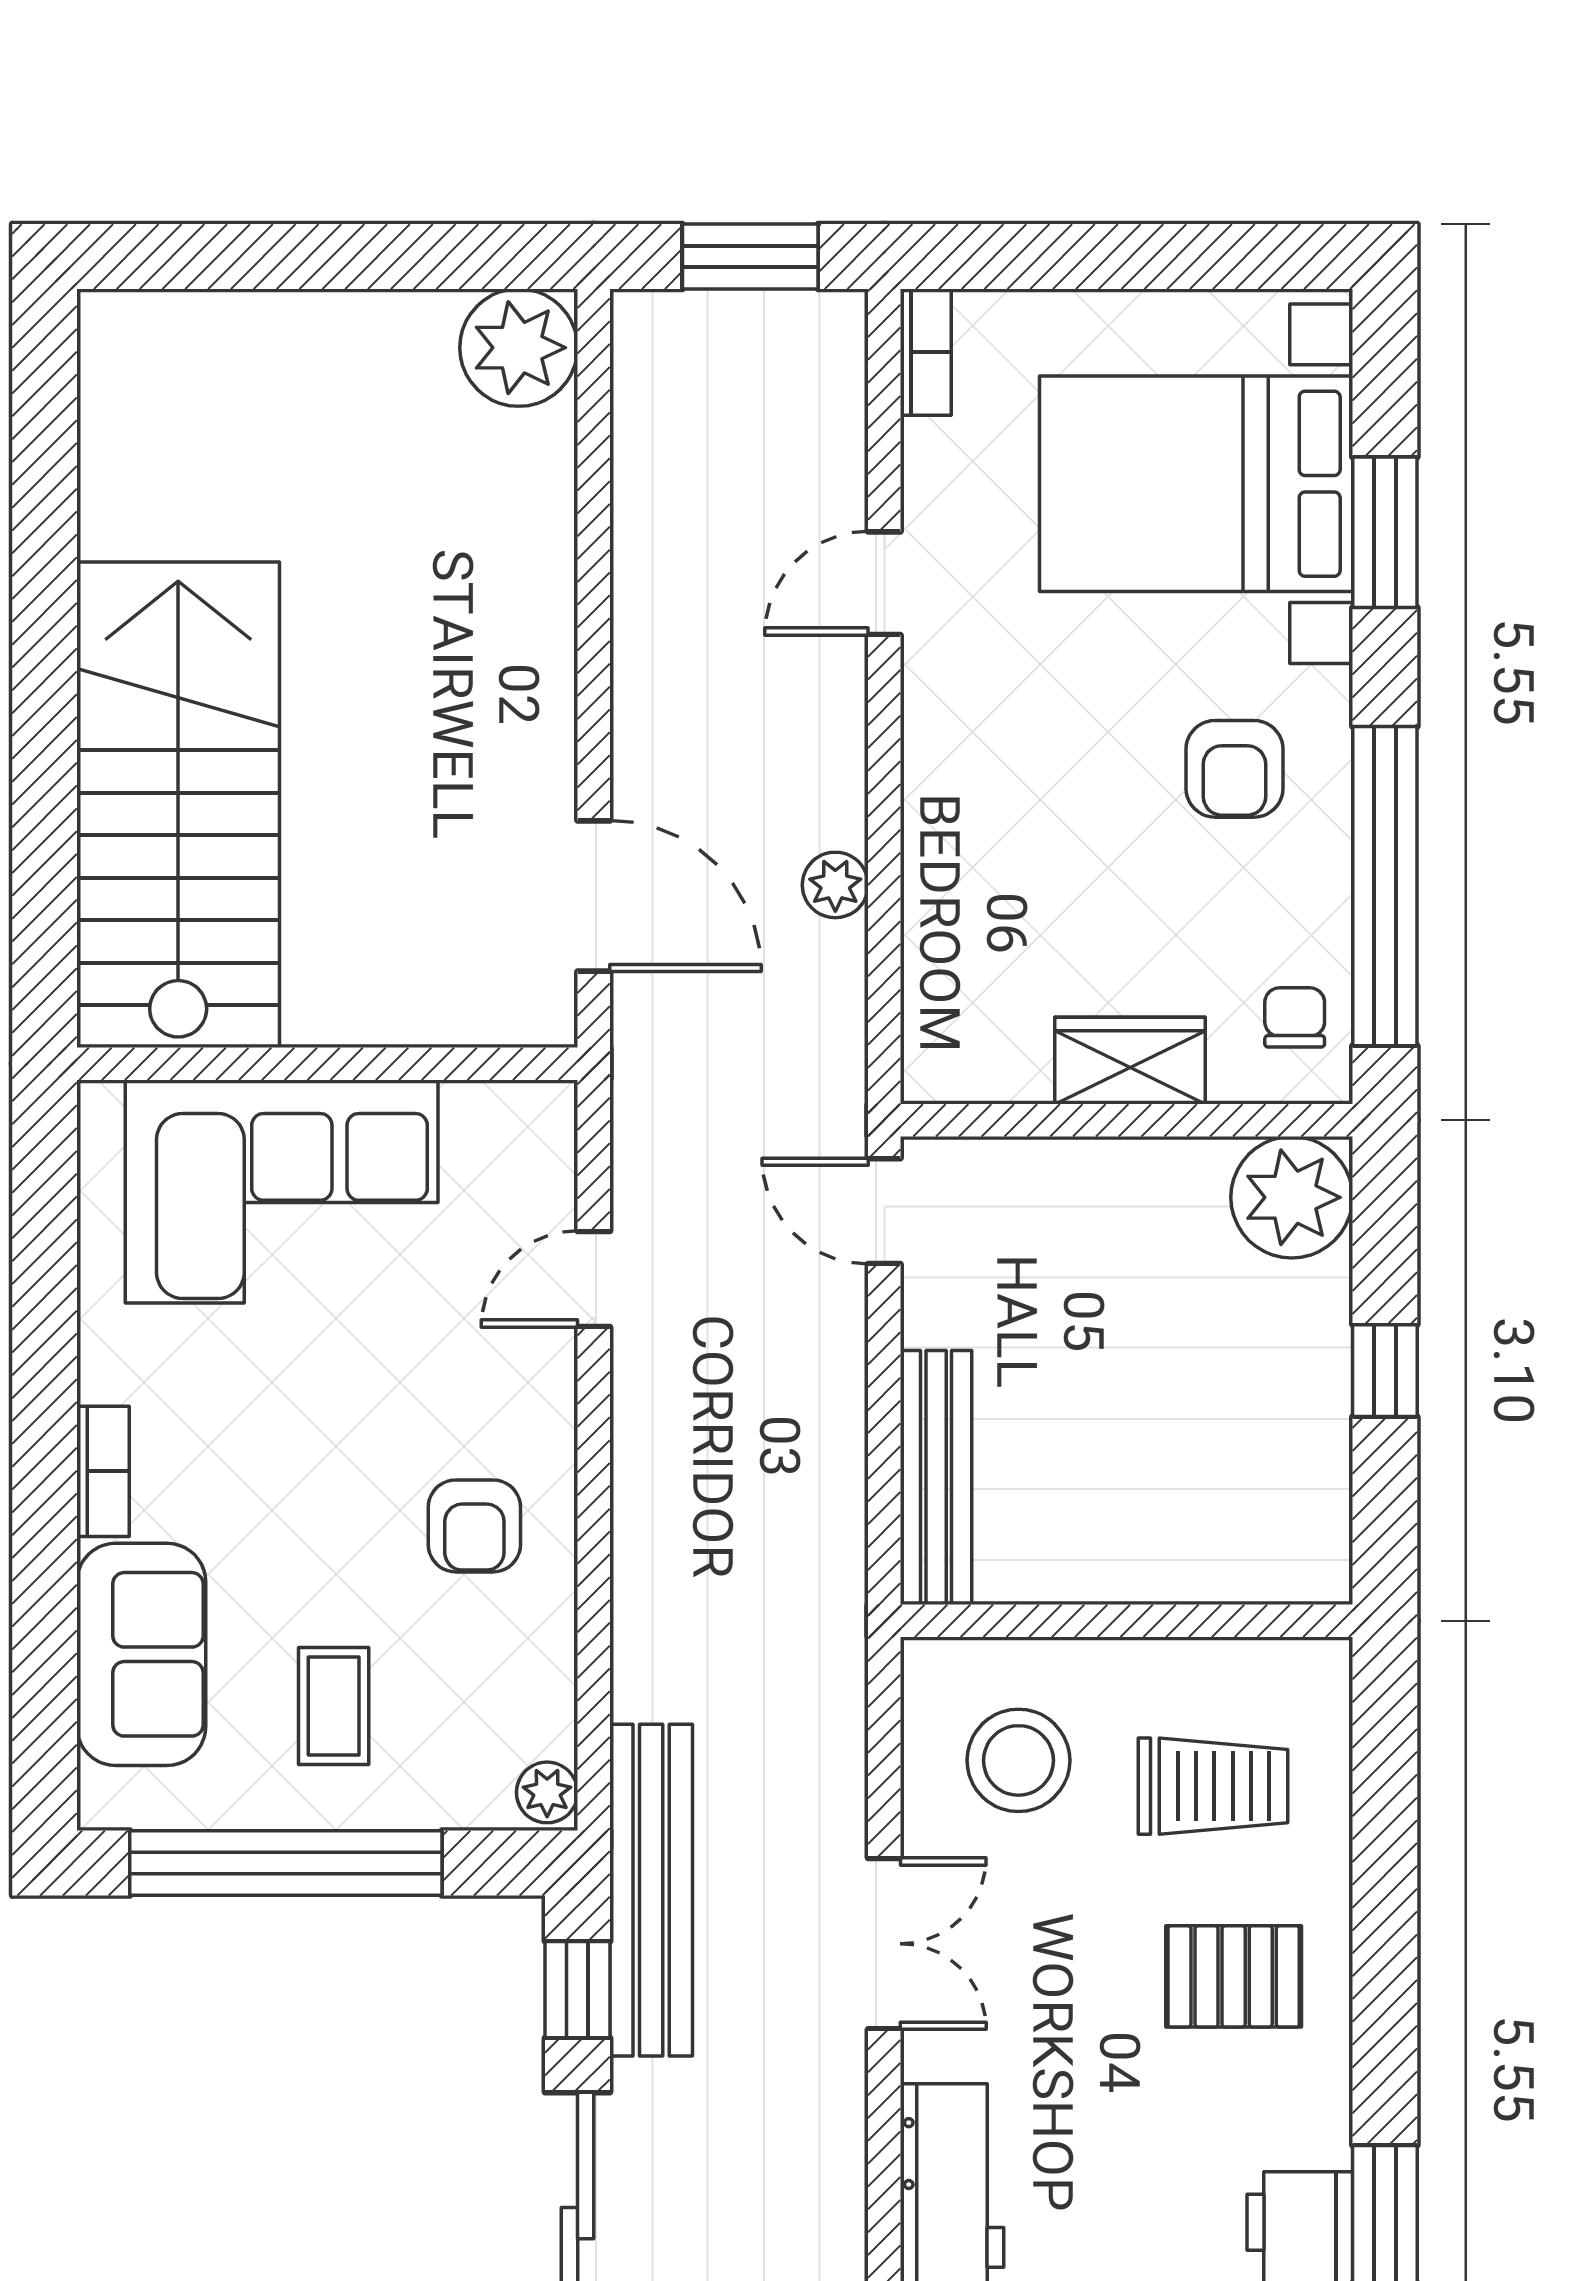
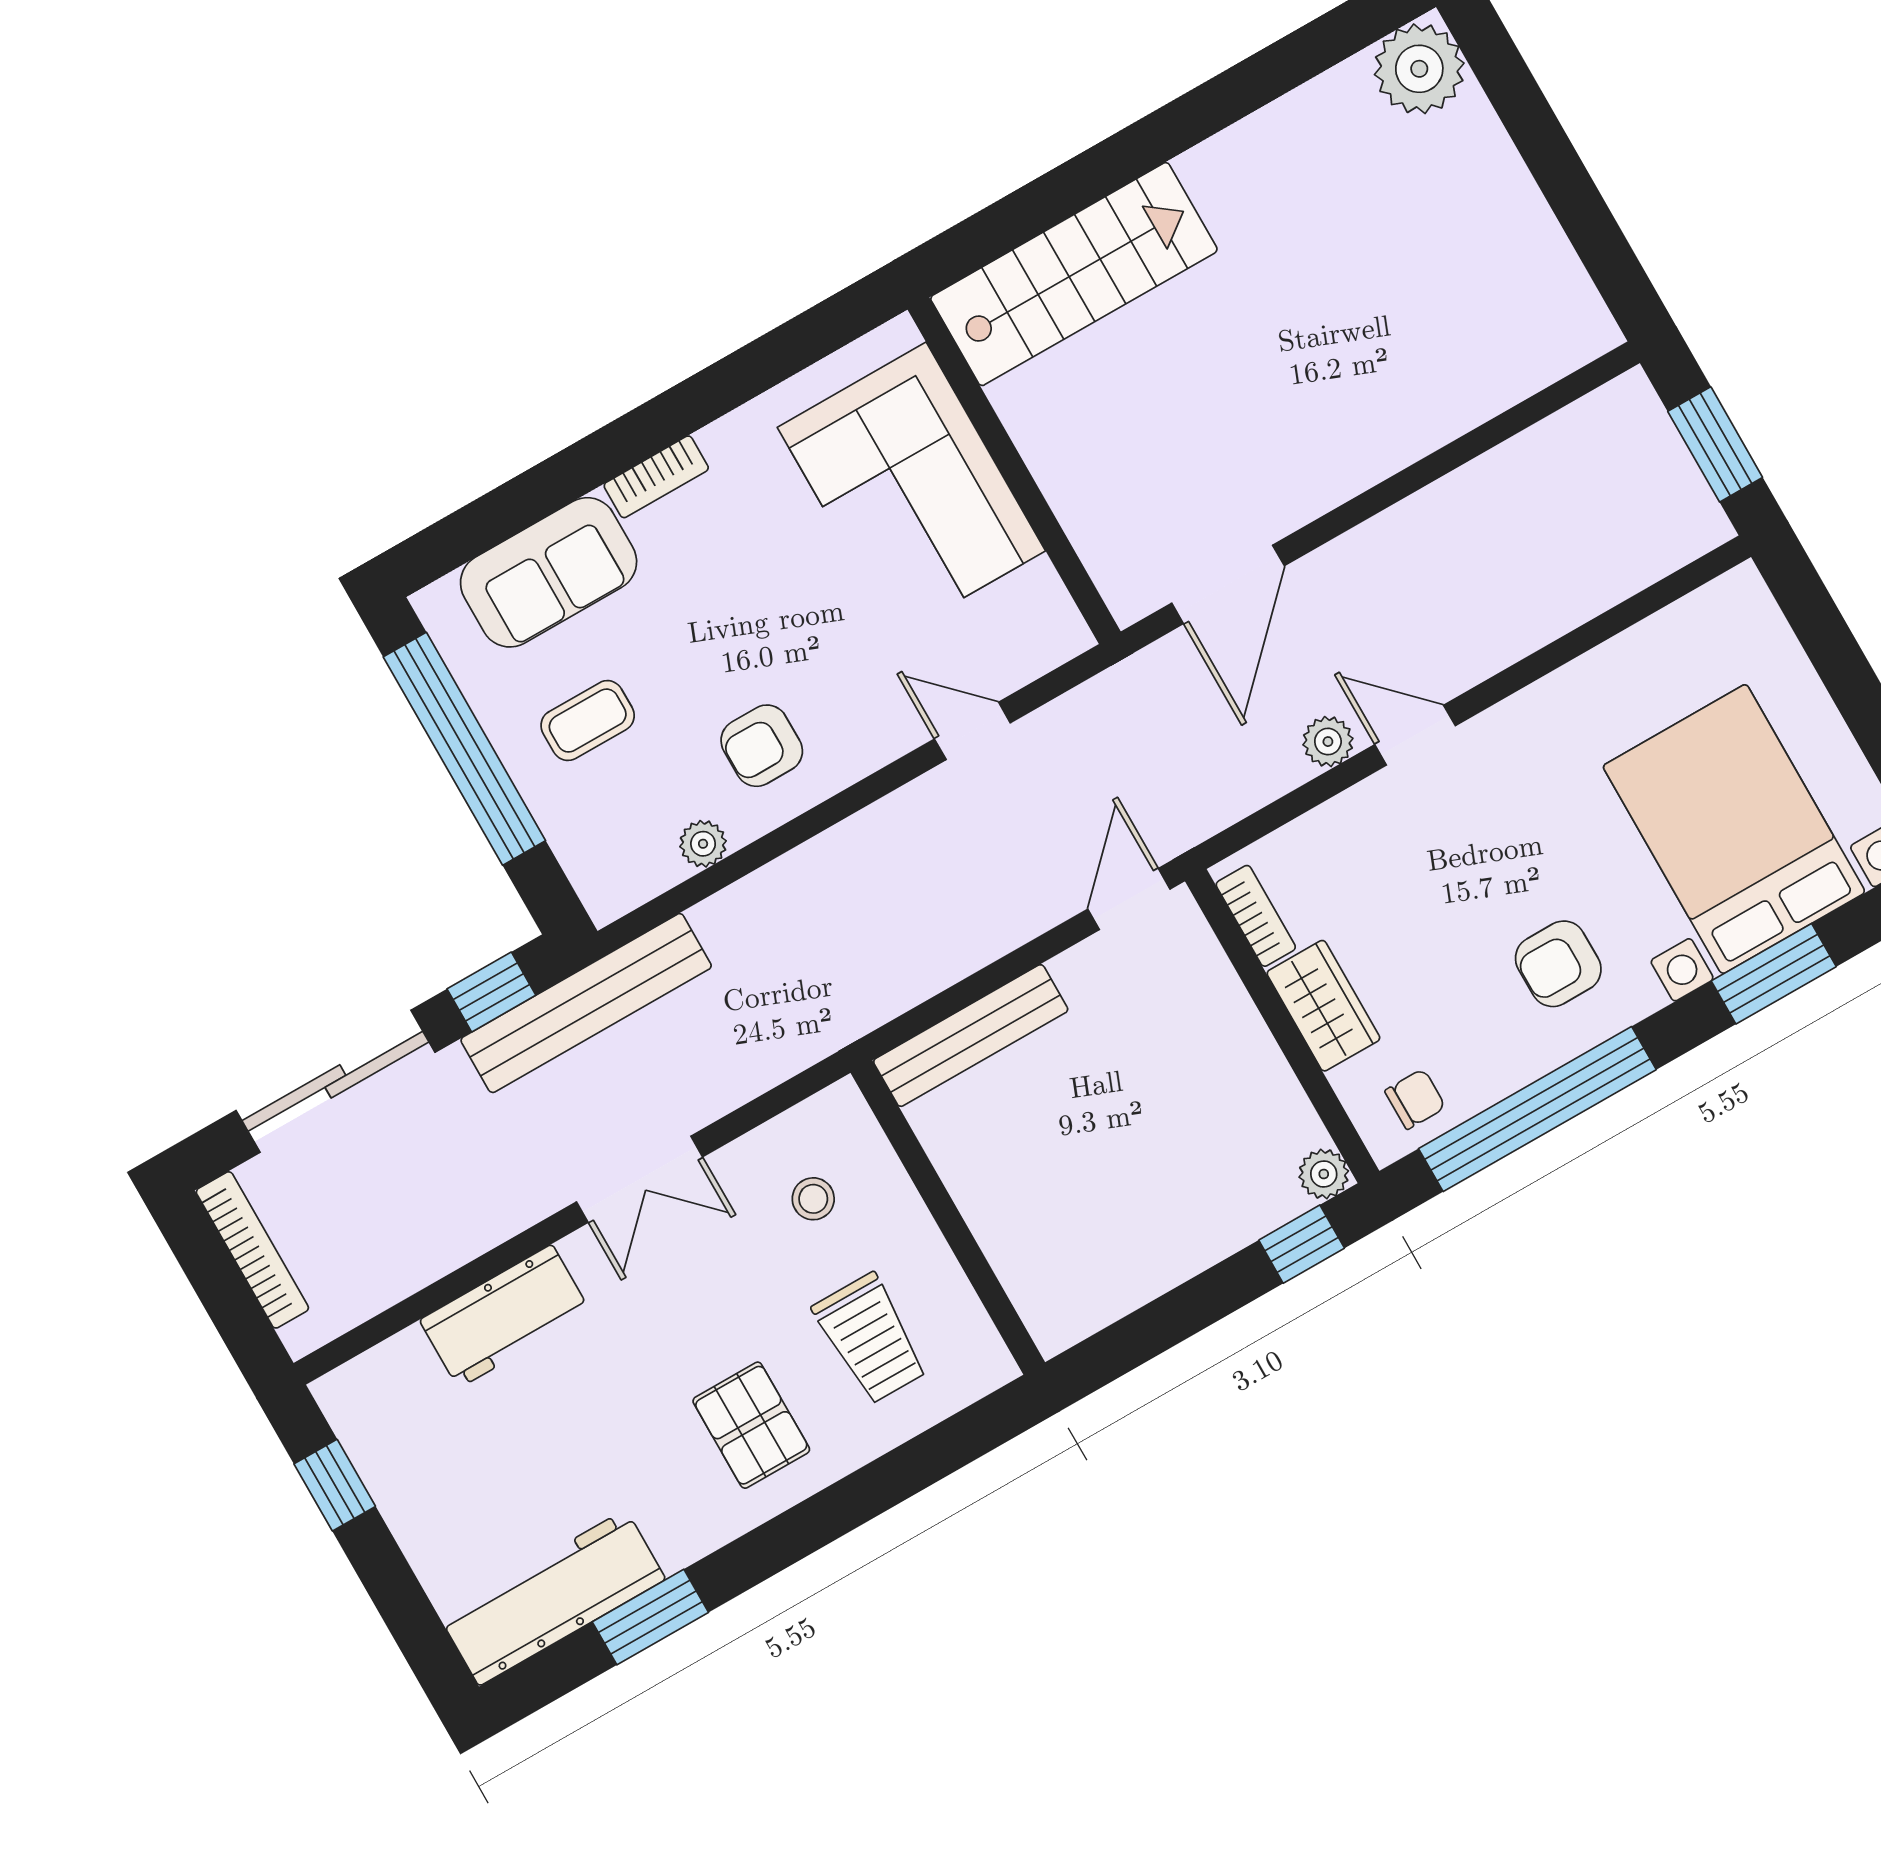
plant: (519, 348) -> (1419, 69), moved
bookcase: (926, 352) -> (1256, 916), moved, turned -90
door: (884, 583) -> (1415, 735), moved
stairs: (178, 805) -> (1074, 274), width x0.73, depth x0.66
plant: (1292, 1197) -> (1324, 1174), width x0.53, depth x0.53
window: (1385, 1371) -> (1302, 1244), moved
stool: (1018, 1760) -> (813, 1199), width x0.53, depth x0.53
plant: (547, 1792) -> (703, 844), moved

